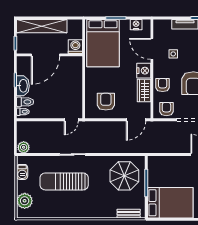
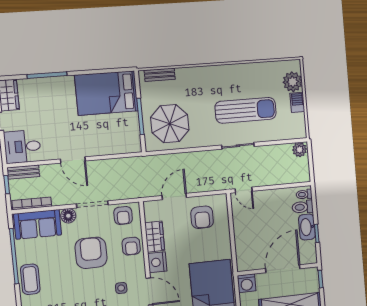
door: (71, 120) -> (244, 190), swing flipped
door: (136, 120) -> (174, 197), moved
barbecue: (22, 172) -> (297, 102), moved

